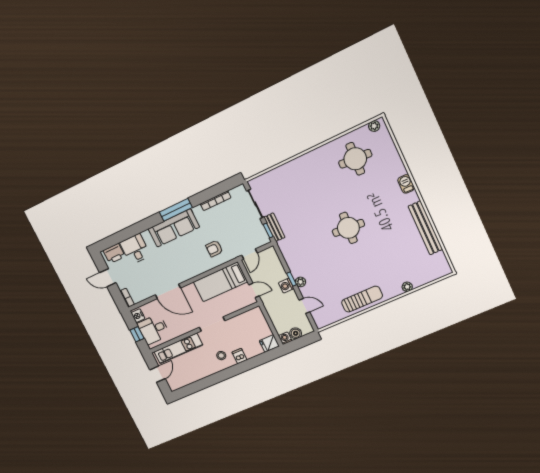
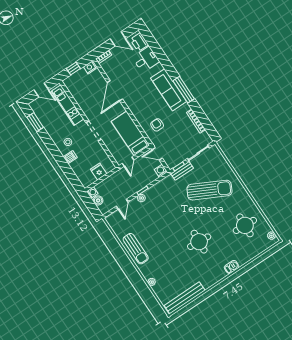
sun lounger: (303, 197) -> (209, 190), added
round table: (348, 228) -> (199, 242), moved
bench: (425, 228) -> (185, 298), moved
door: (108, 278) -> (118, 39), swing flipped
washing machine: (286, 286) -> (161, 171), moved
desk: (153, 329) -> (80, 82), removed
fridge: (269, 343) -> (99, 172), moved
window: (194, 388) -> (35, 122), added

